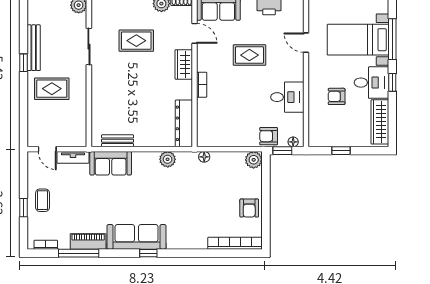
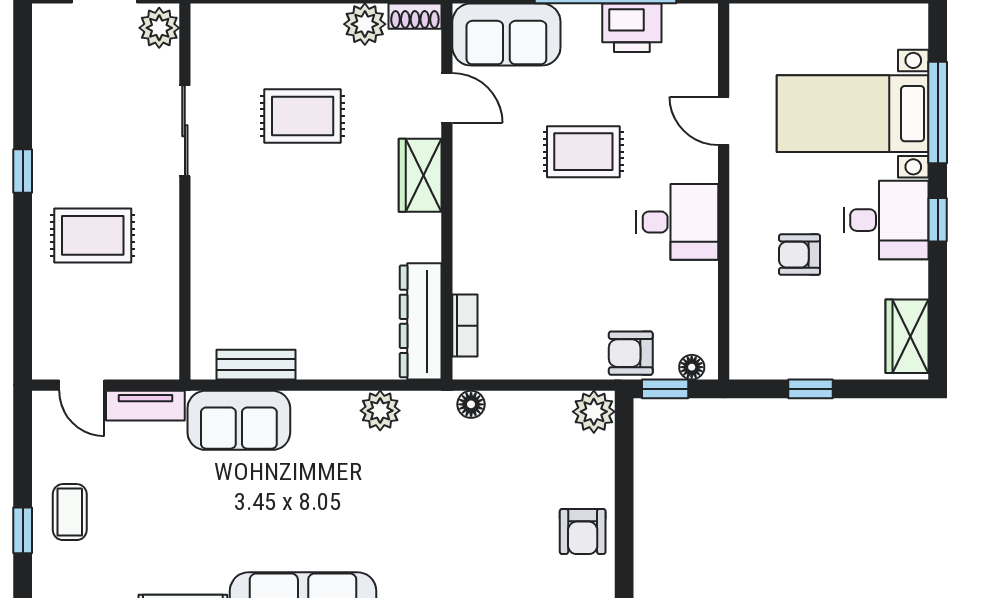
bench: (34, 48) -> (48, 134), removed
bookcase: (202, 85) -> (465, 326), moved
desk: (287, 97) -> (677, 222), moved
wardrobe: (380, 122) -> (907, 336), width x0.67

